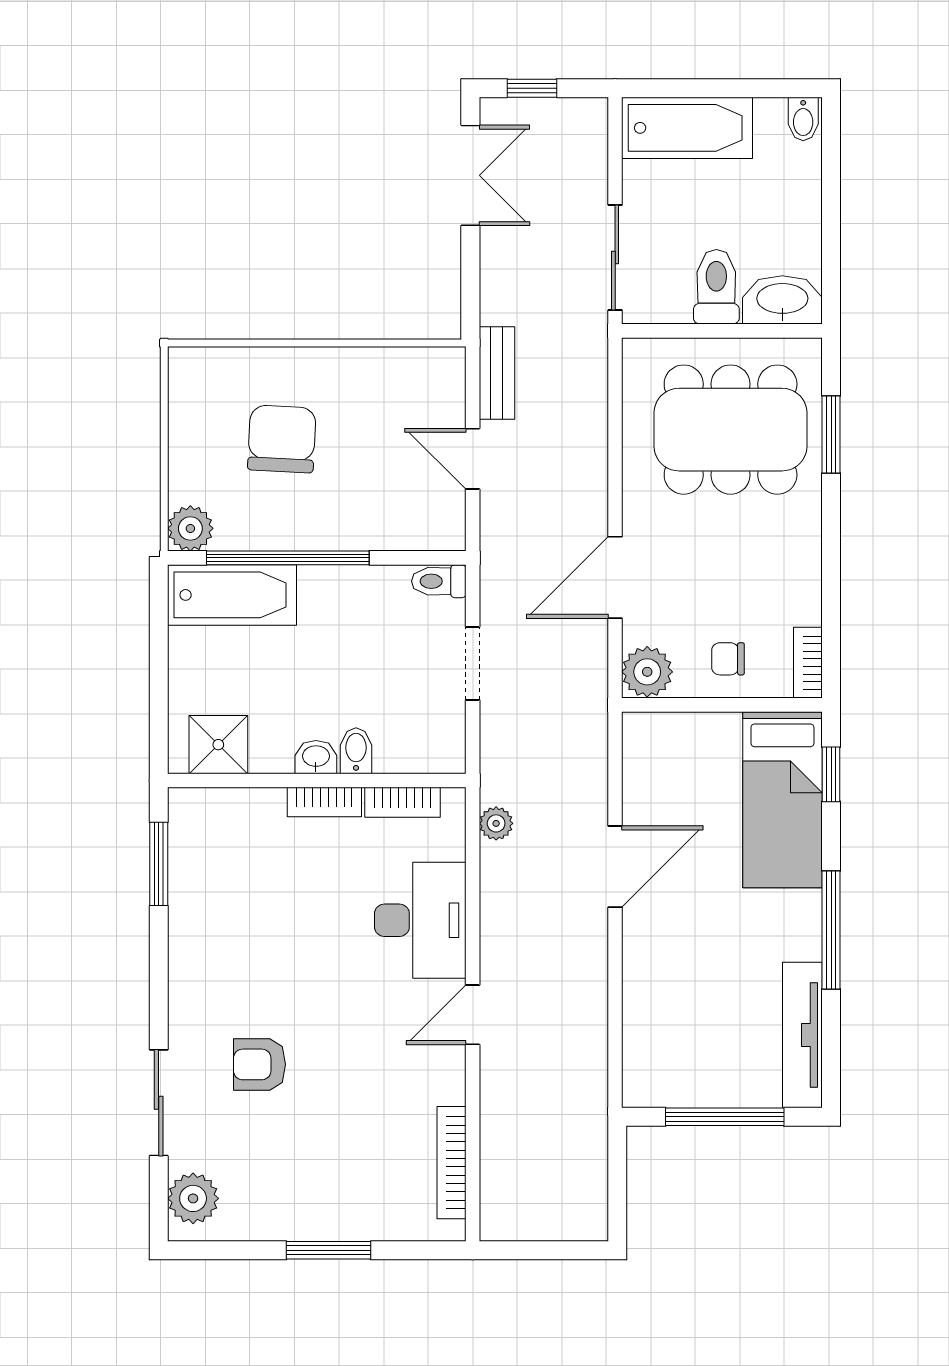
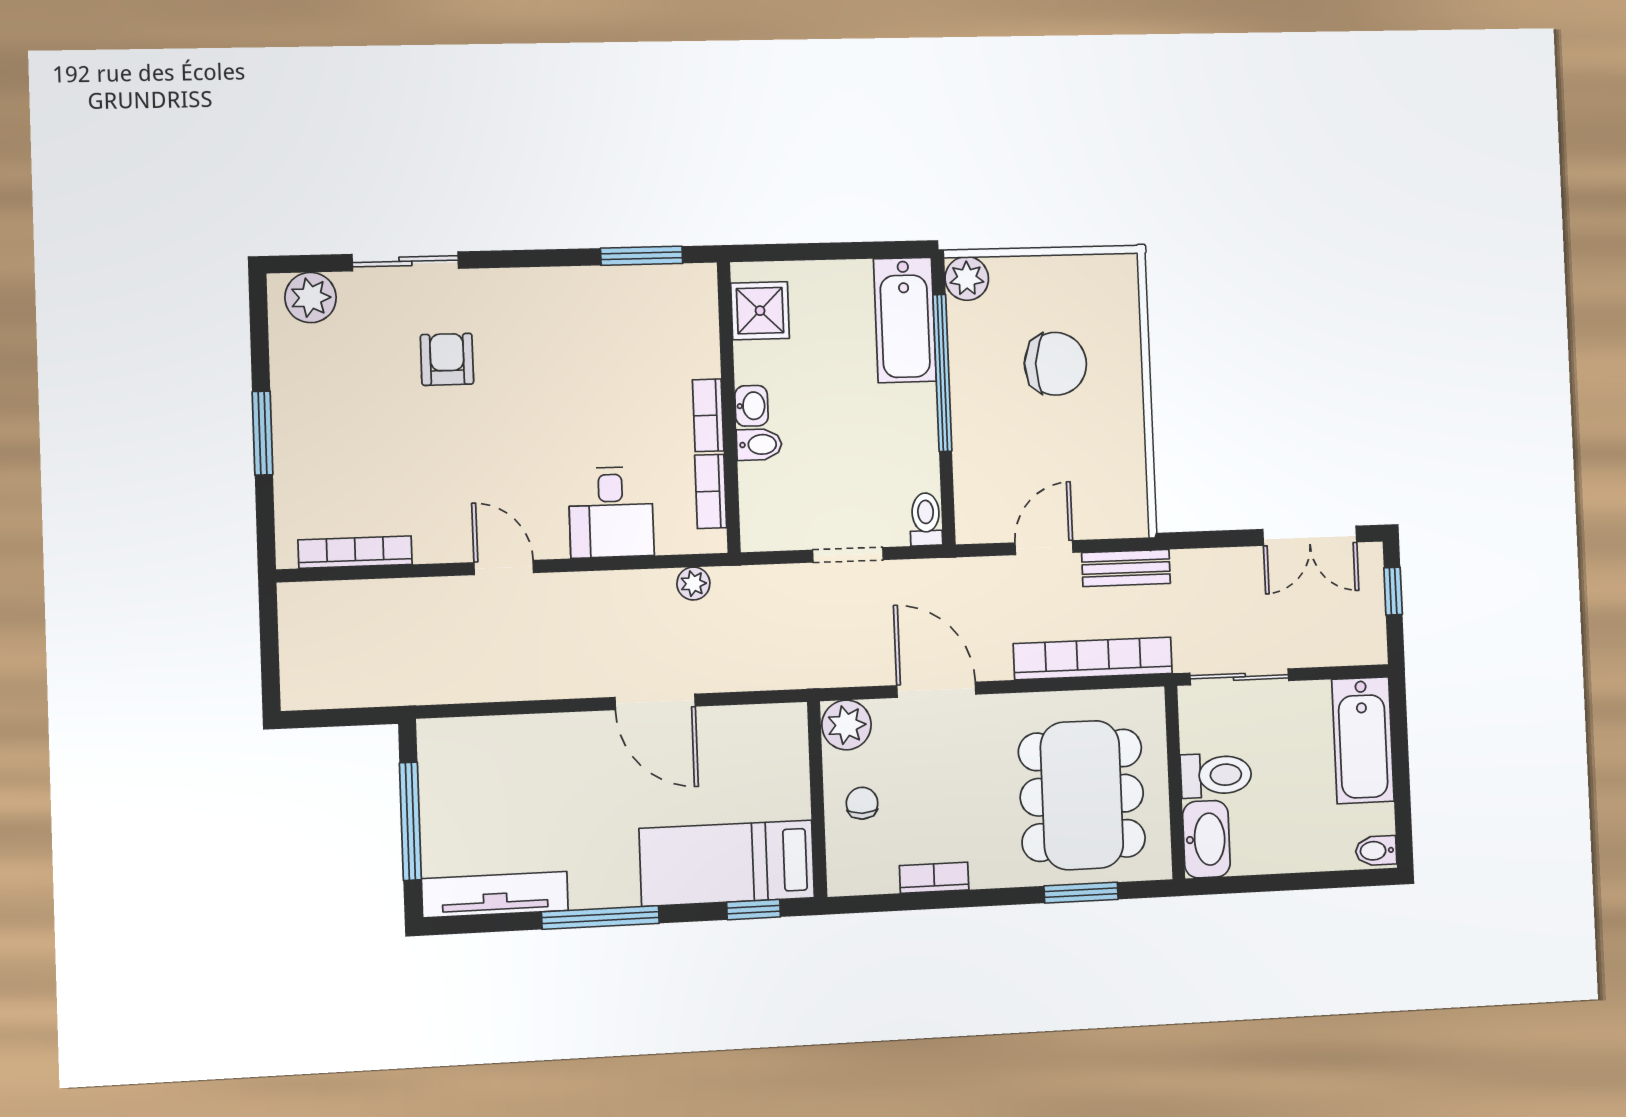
bookcase: (590, 412) -> (1093, 658), added
bookcase: (808, 663) -> (934, 878), moved
desk: (420, 920) -> (611, 512), width x0.73

